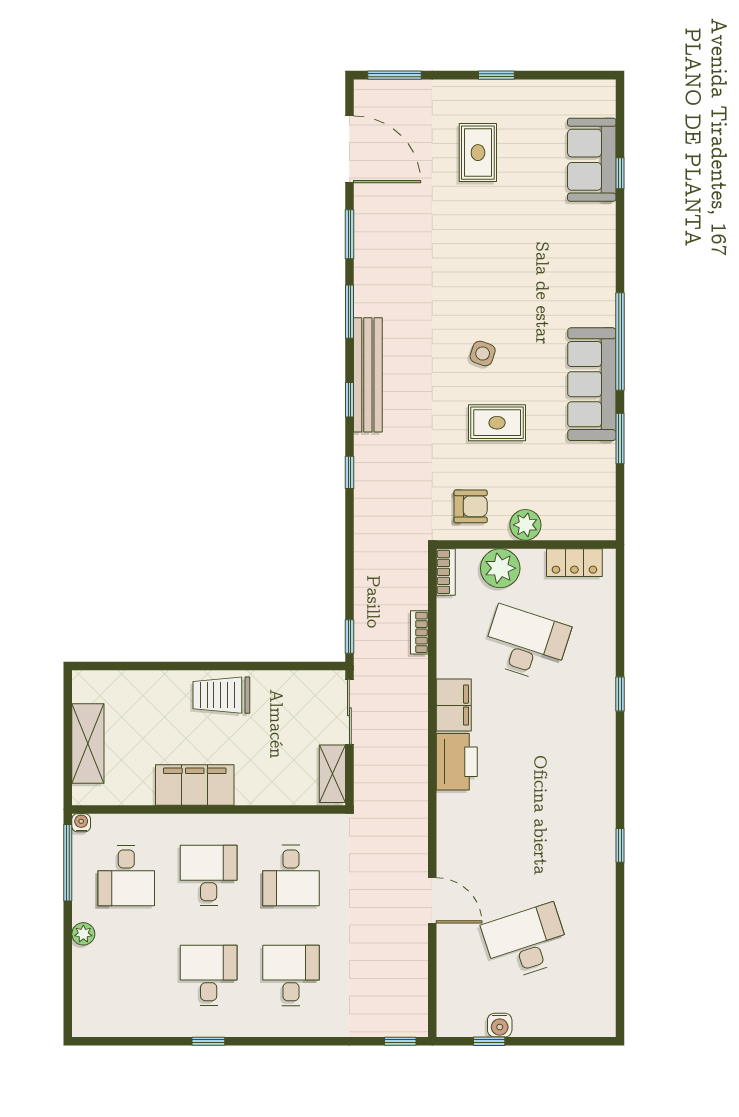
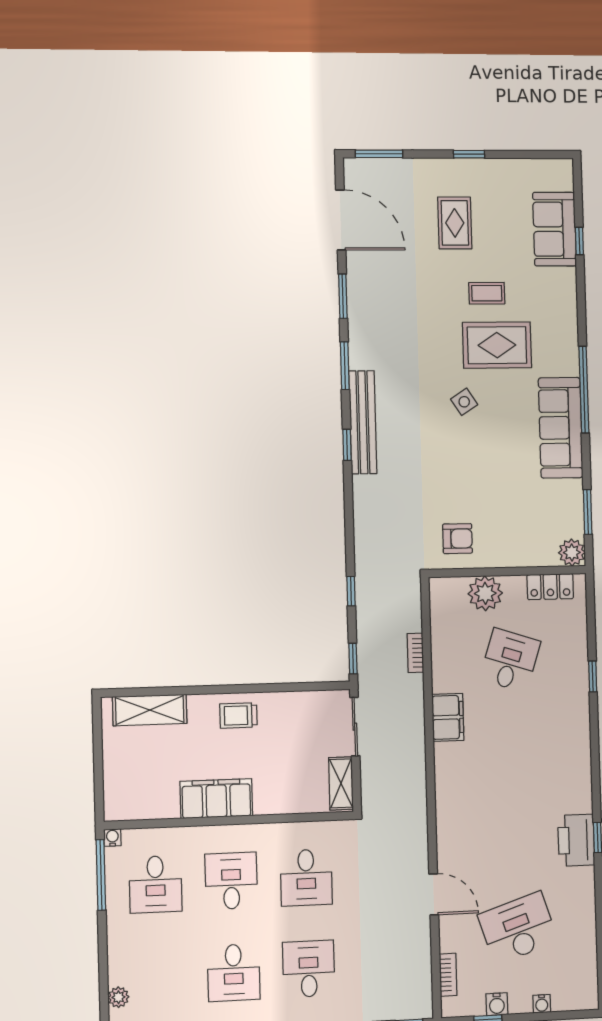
coffee table: (512, 232) -> (487, 293), added
side table: (483, 353) -> (464, 402), turned 38
rug: (497, 423) -> (497, 345), moved, width x1.36, depth x1.43
window: (620, 439) -> (588, 512), moved
window: (349, 472) -> (351, 591), moved
plant: (525, 525) -> (572, 553), moved
bookcase: (446, 572) -> (448, 975), moved
desk: (526, 644) -> (510, 660), width x0.73
window: (620, 694) -> (593, 676), moved
trolley: (221, 695) -> (239, 715), width x0.73, depth x0.72
shelving: (88, 743) -> (150, 710), moved, turned 90
printer: (457, 762) -> (576, 840), moved, turned 180
plant: (83, 934) -> (118, 997), moved
desk: (209, 975) -> (234, 973), turned 180
water cooler: (550, 1027) -> (542, 1004), added

